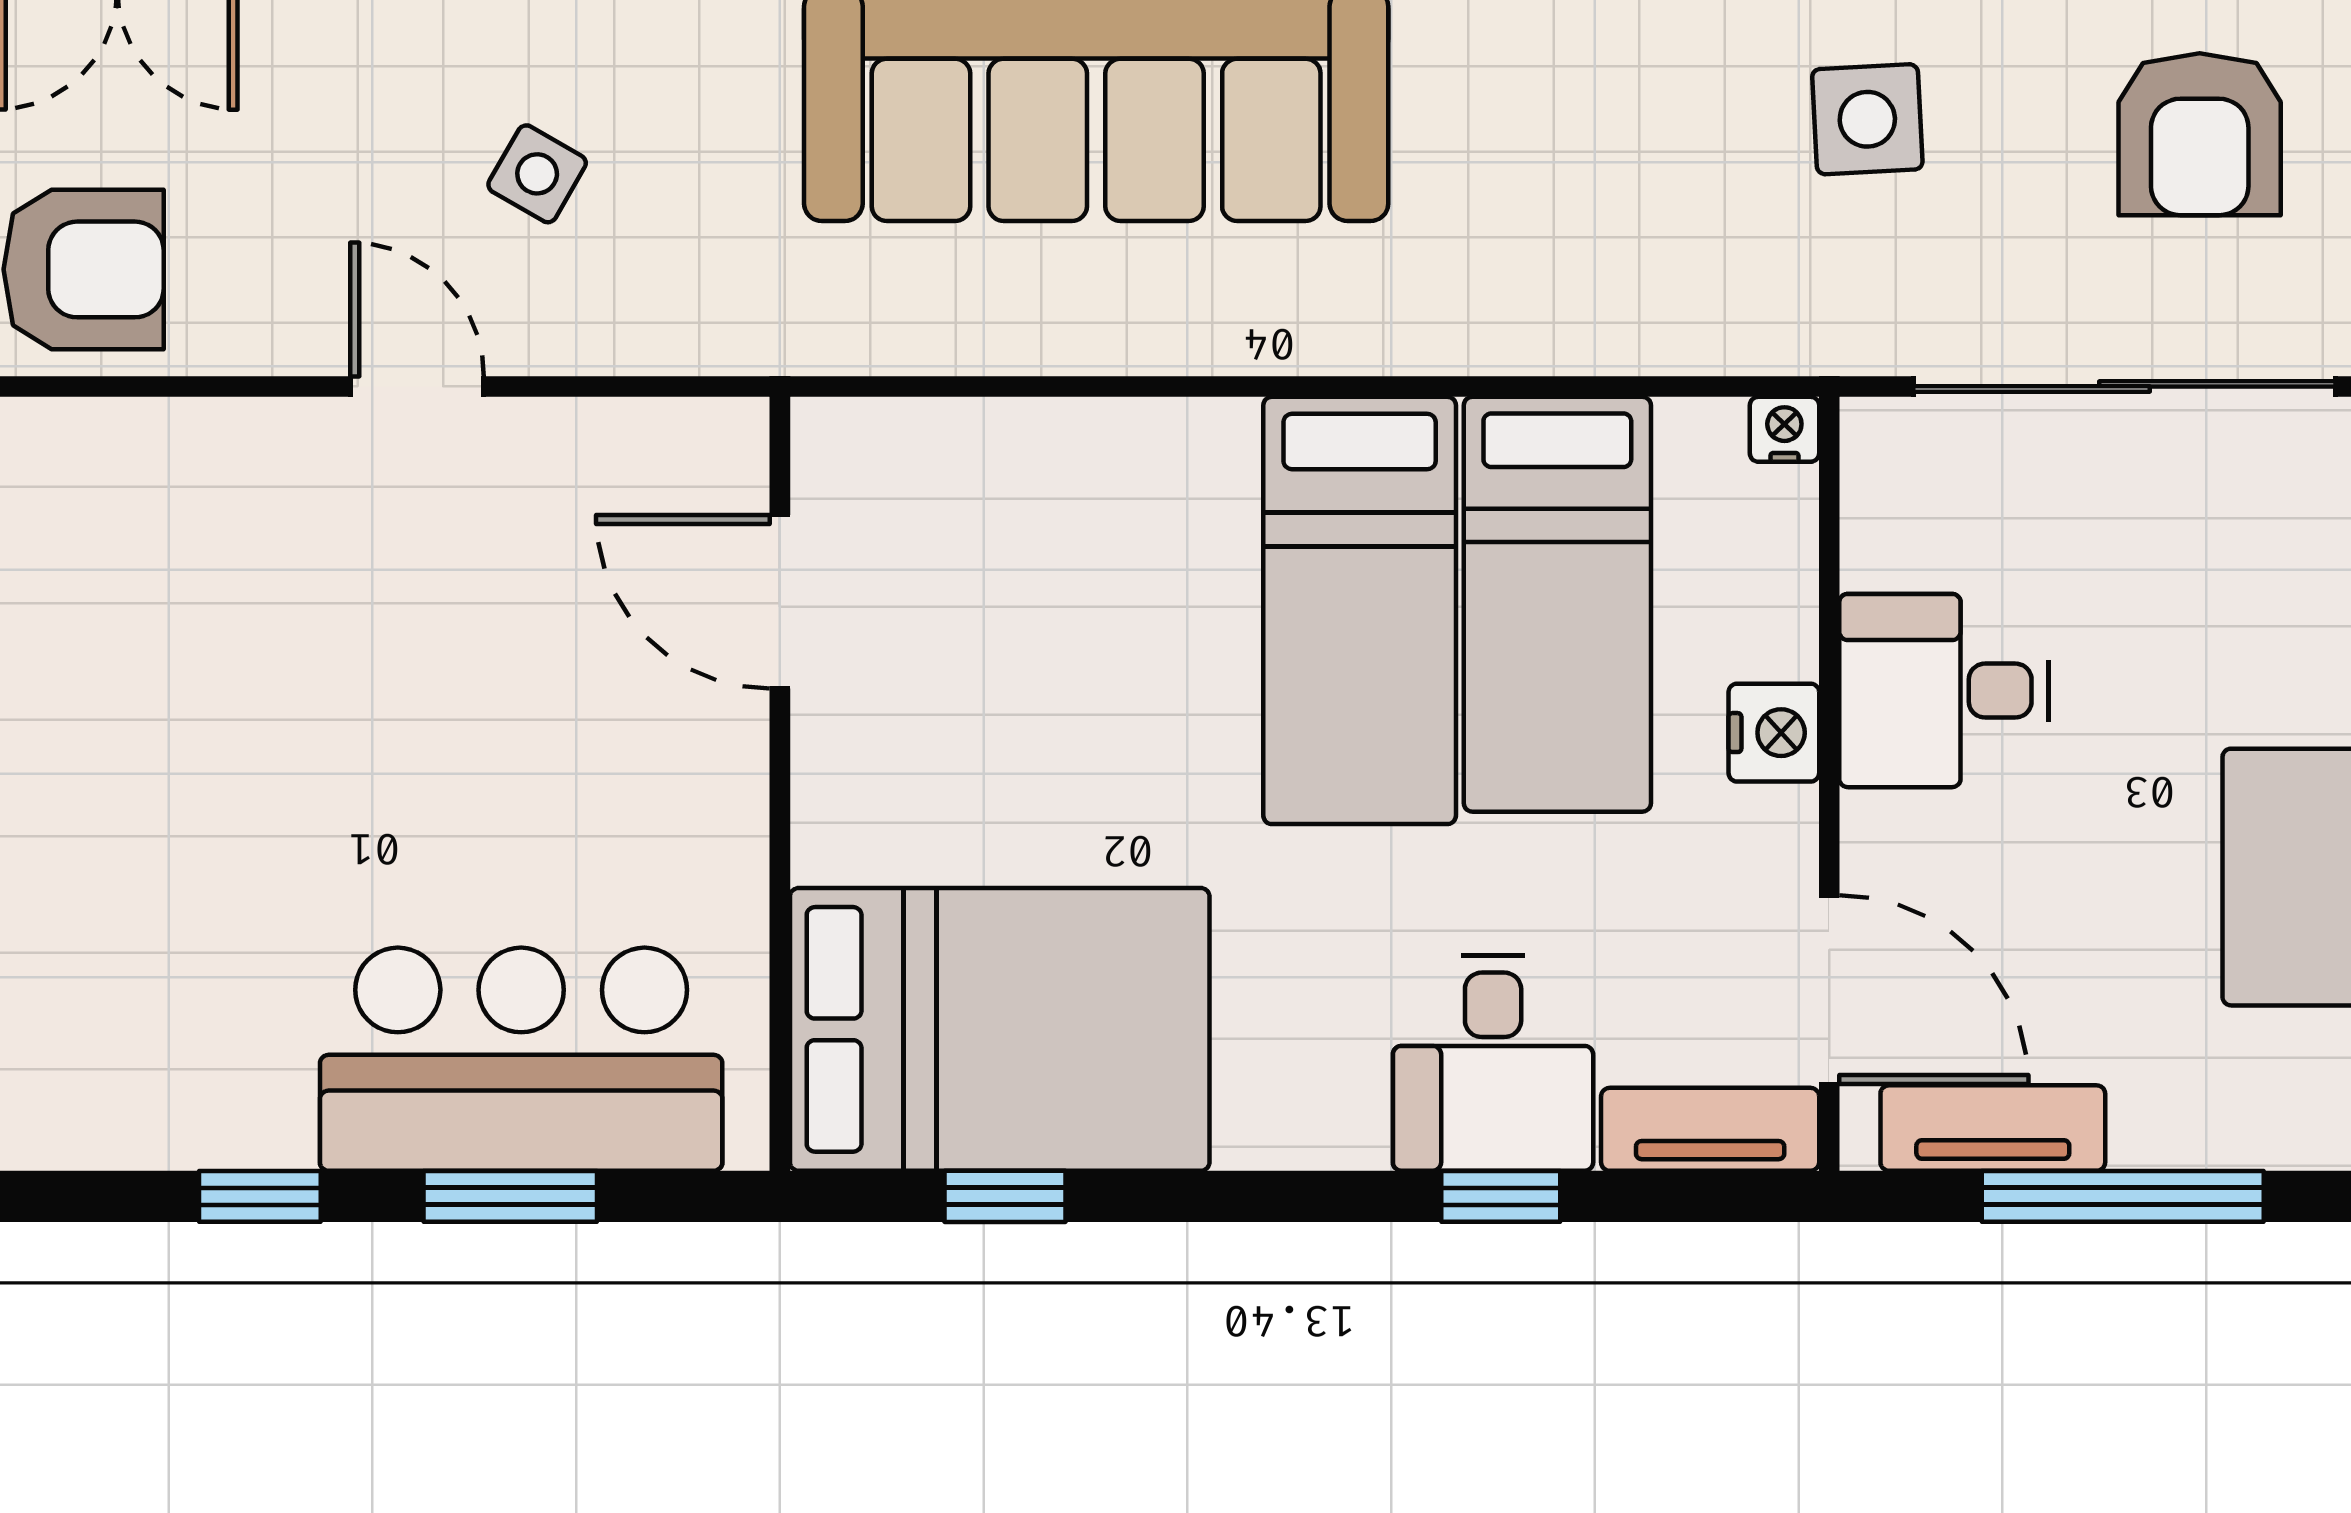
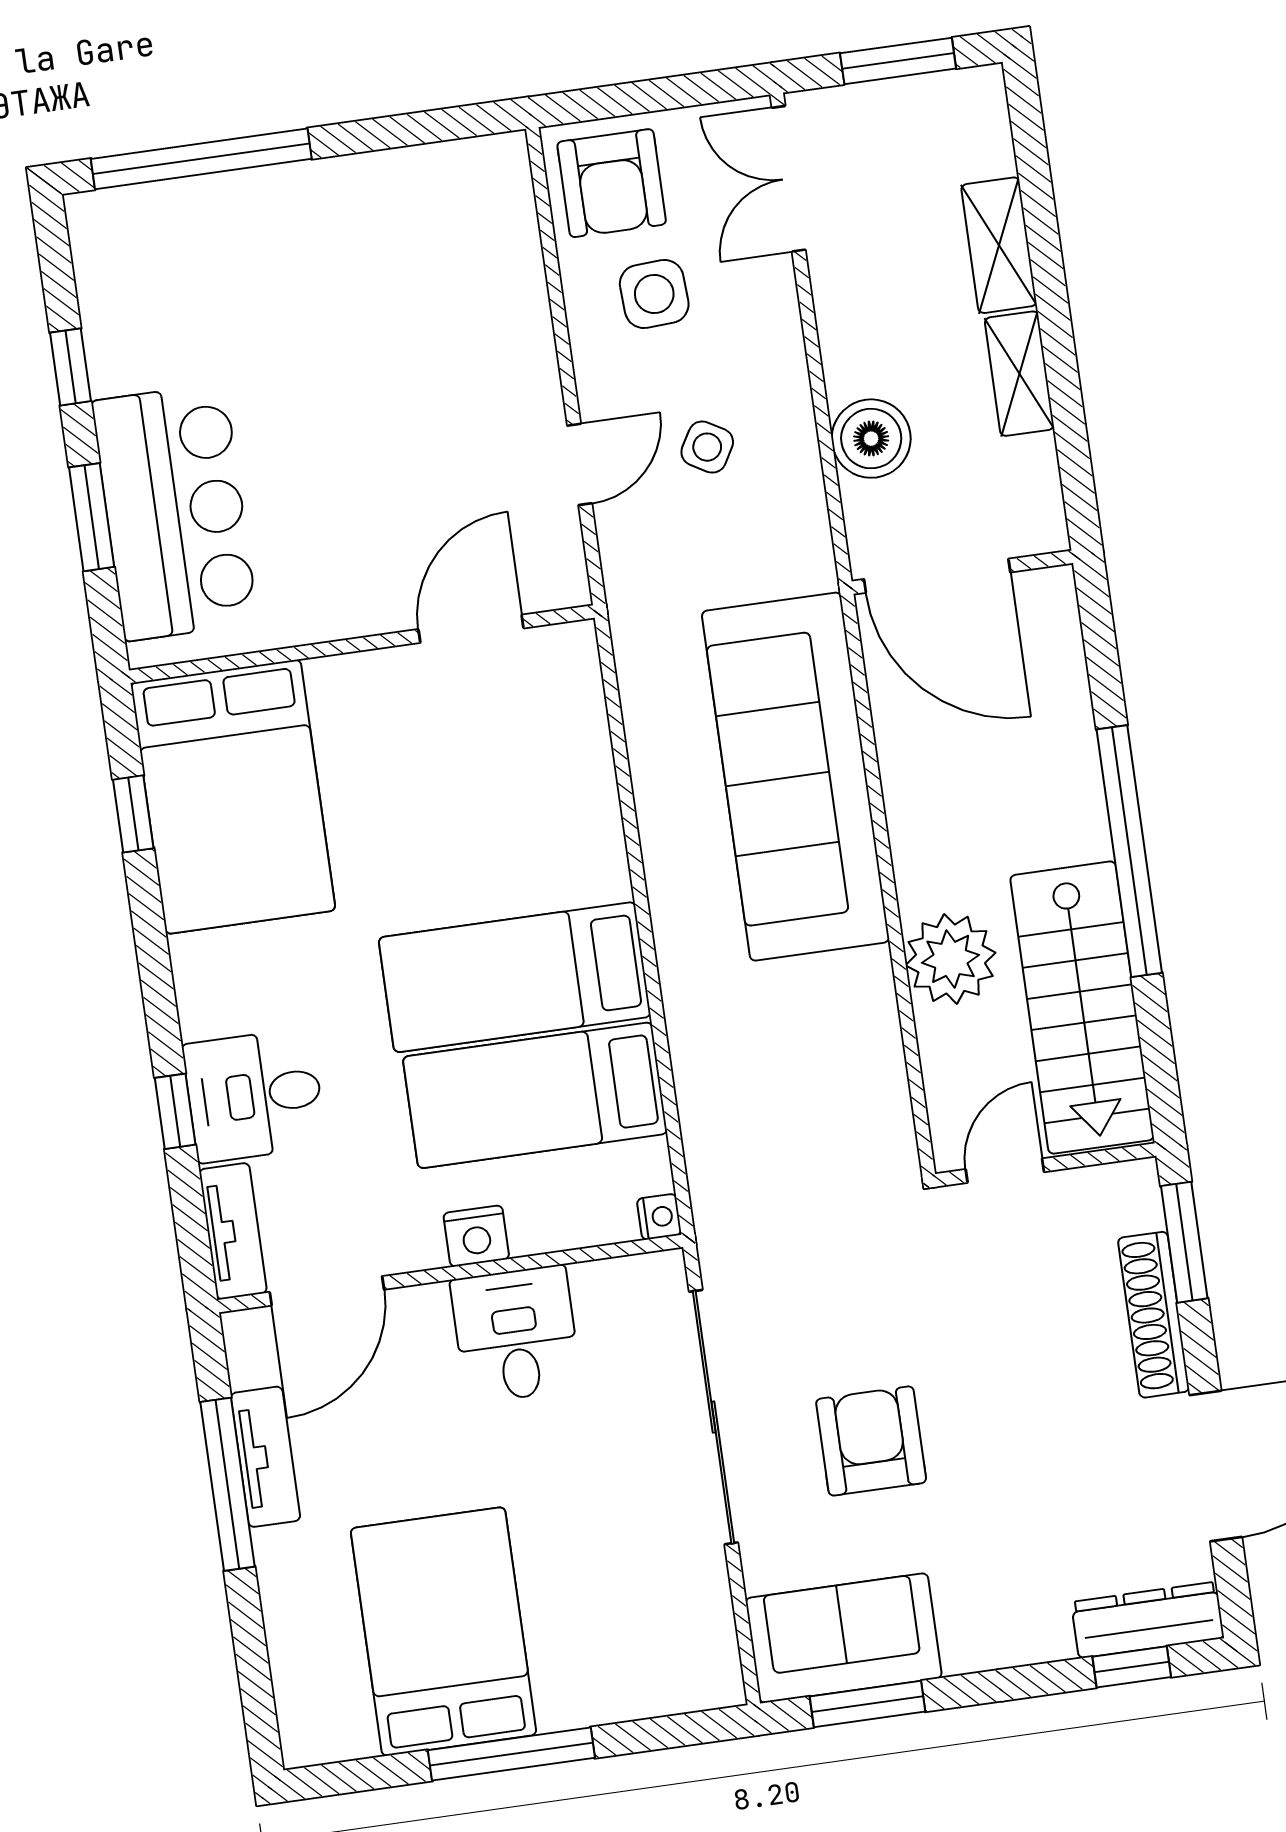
side table: (1867, 119) -> (654, 294), moved
armchair: (2200, 134) -> (871, 1441), turned 90
door: (417, 386) -> (580, 464), moved
tv unit: (1993, 1128) -> (265, 1457), moved

